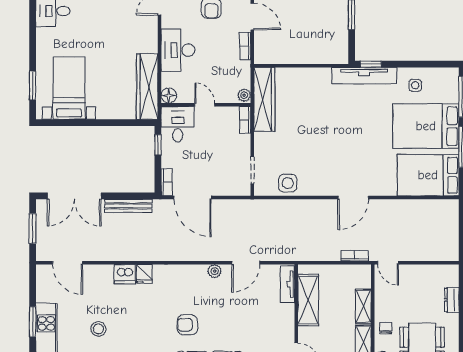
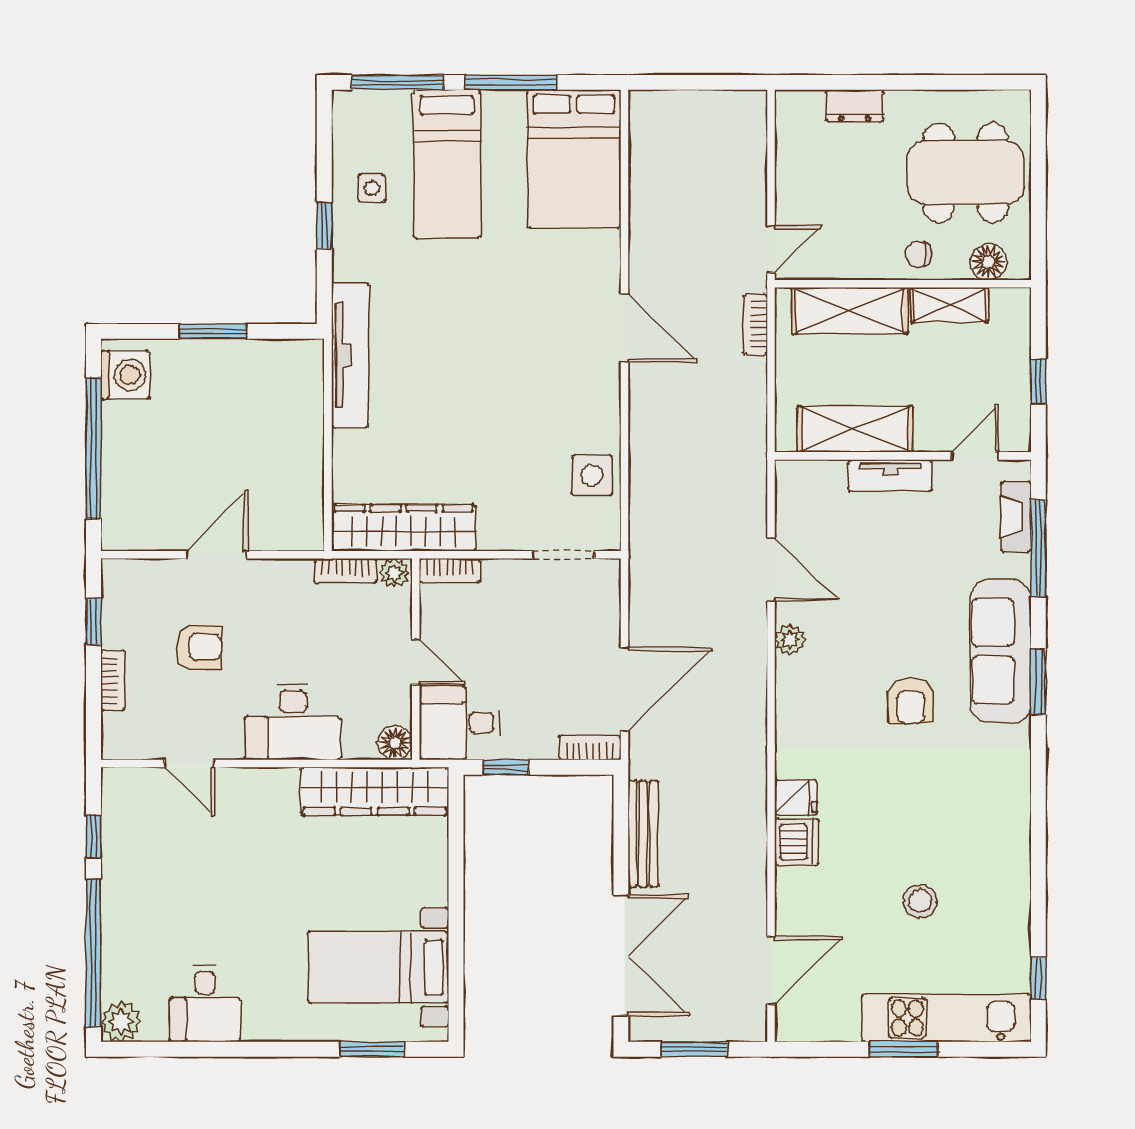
bookcase: (245, 46) -> (346, 571), moved
window: (371, 64) -> (324, 226), moved
tv unit: (364, 76) -> (350, 355), moved
door: (205, 105) -> (416, 662), swing flipped
bed: (426, 126) -> (447, 164), width x0.67
tv unit: (288, 284) -> (890, 475), moved
shelving: (363, 306) -> (850, 311), width x1.50, depth x1.33

